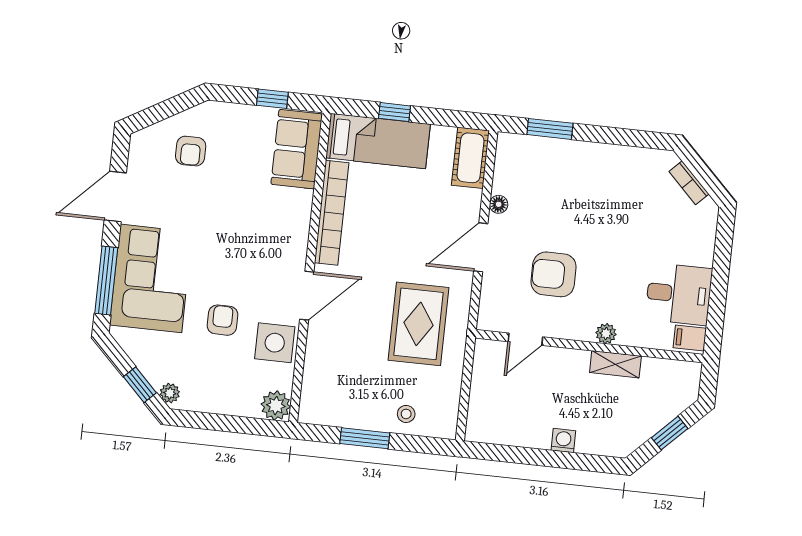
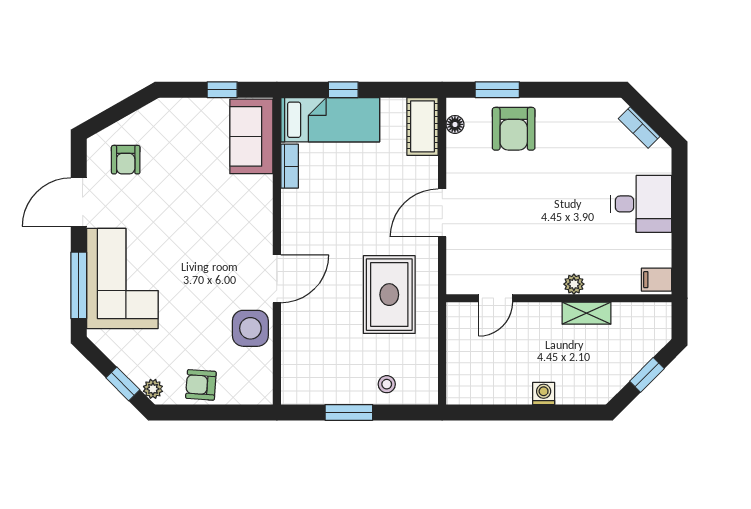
armchair: (191, 151) -> (126, 160), moved
floor lamp: (499, 204) -> (455, 124), moved
bookcase: (332, 213) -> (290, 166), width x0.43, depth x0.76
armchair: (554, 274) -> (514, 129), moved, turned -90
desk: (679, 294) -> (641, 204), moved
armchair: (222, 320) -> (201, 385), moved, turned -86
plant: (276, 406) -> (258, 390), removed

